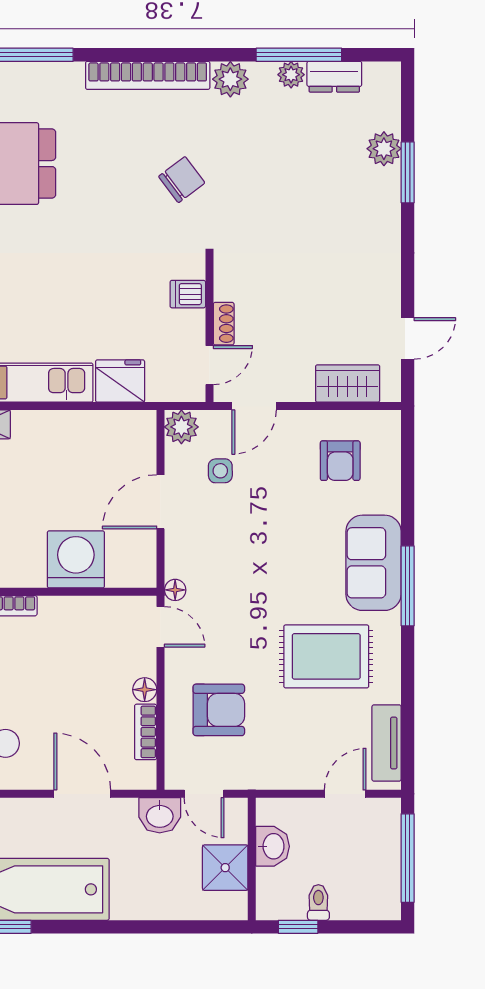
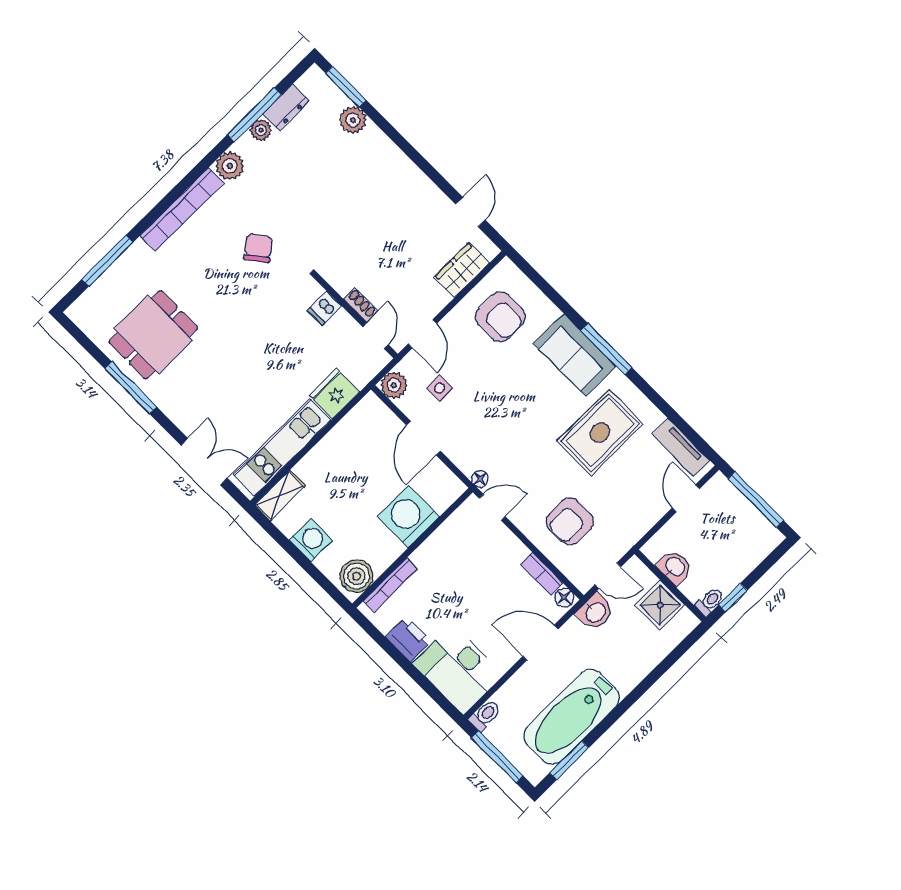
window: (408, 172) -> (346, 87), moved
armchair: (340, 461) -> (500, 317), width x1.38, depth x1.38
floor lamp: (145, 690) -> (564, 597), moved
armchair: (219, 710) -> (570, 521), turned 180
toilet: (318, 902) -> (710, 602), moved, turned 90

